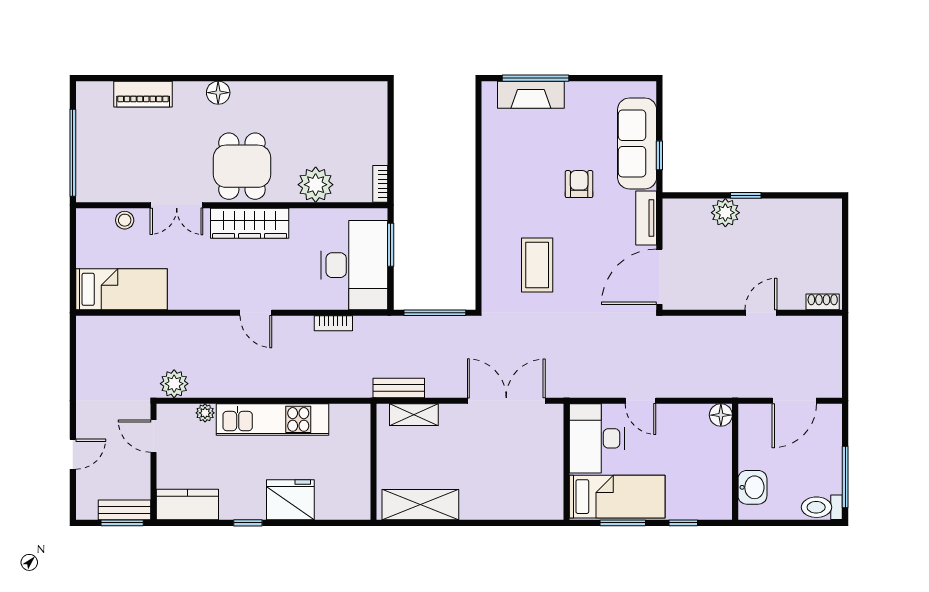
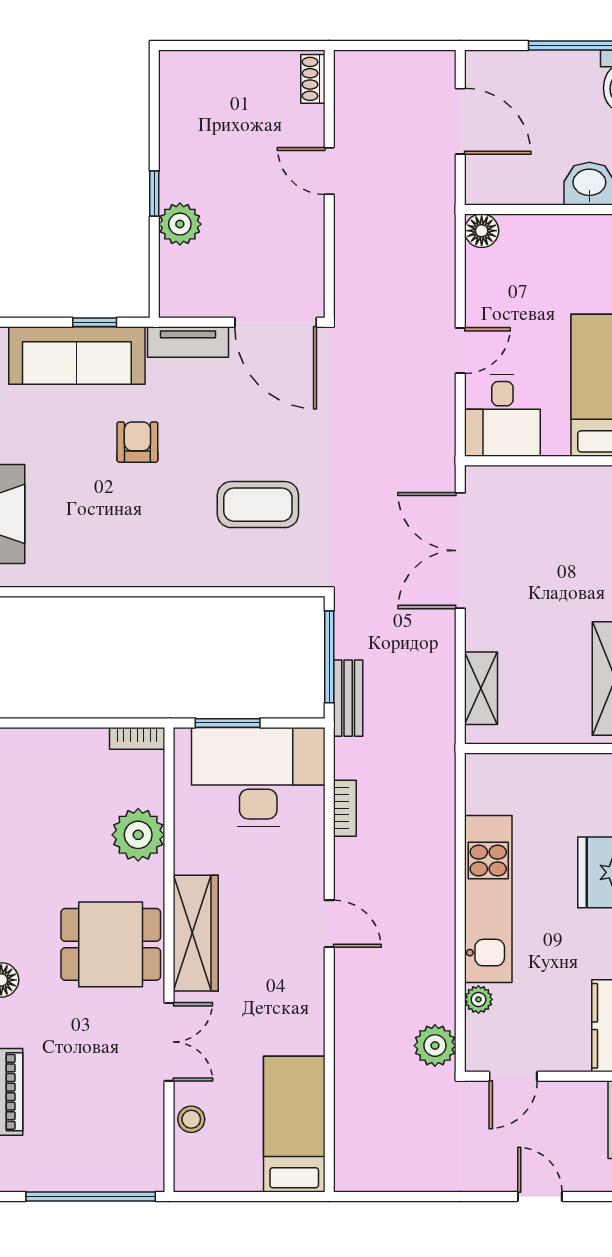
armchair: (579, 184) -> (137, 442), turned 90
door: (256, 313) -> (329, 924), hinge flipped
bench: (399, 388) -> (348, 698), moved
desk: (597, 438) -> (502, 416), width x0.73

